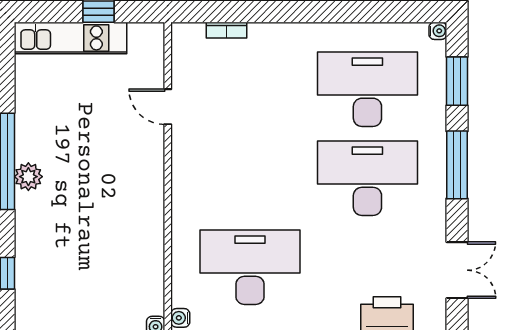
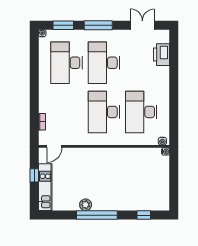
door: (168, 107) -> (54, 146), moved
plant: (28, 177) -> (86, 205), moved
desk: (250, 178) -> (104, 112), added

